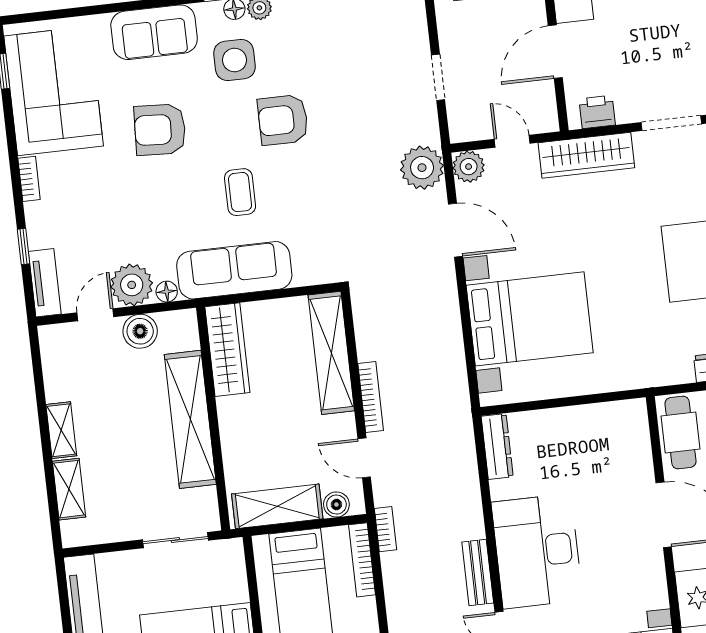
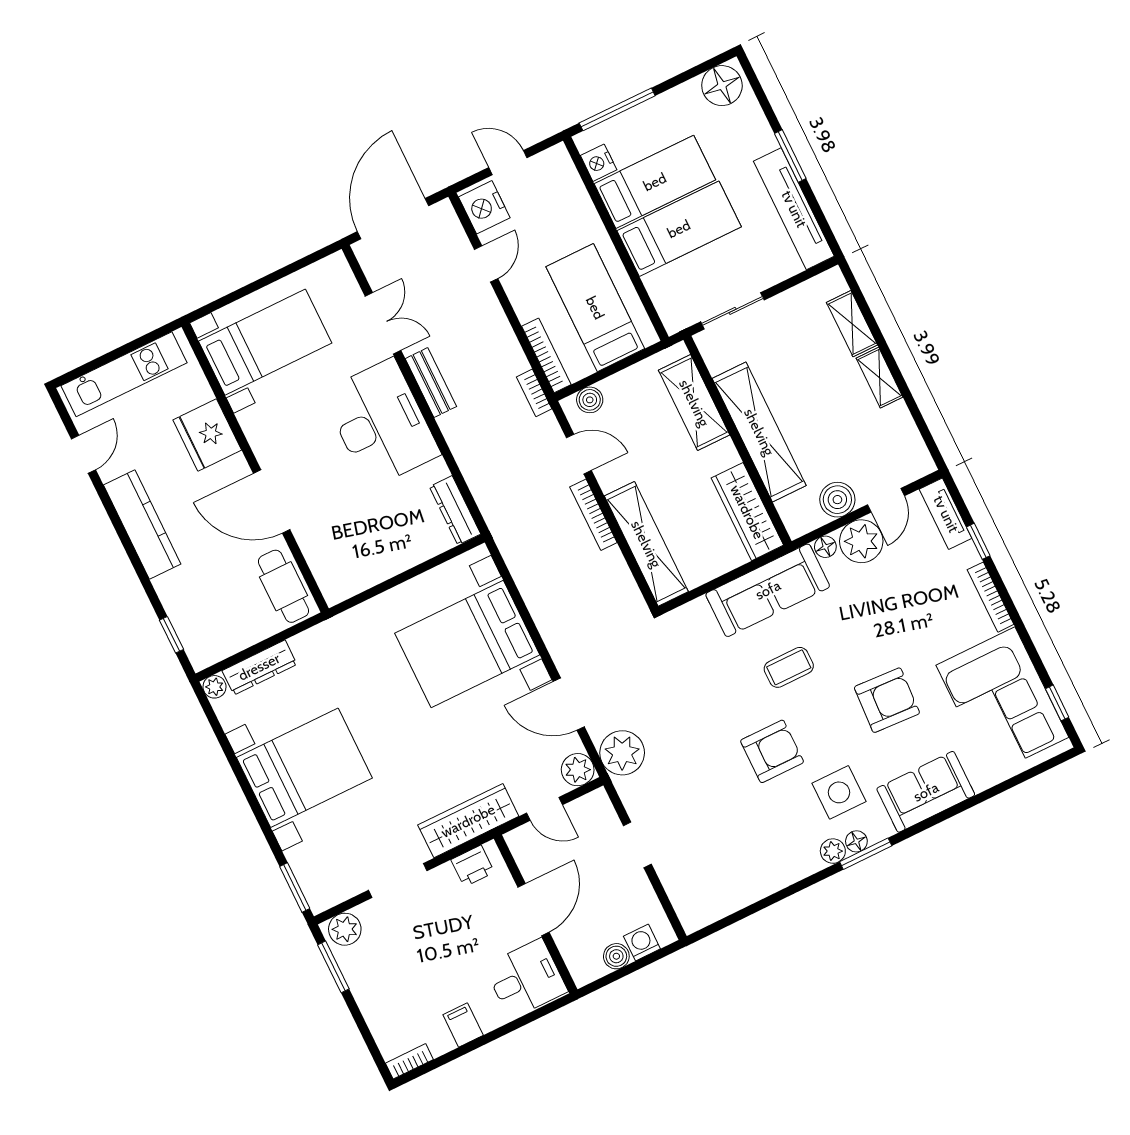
bookcase: (29, 179) -> (991, 597), width x1.56
coffee table: (240, 192) -> (789, 667), turned 90
shelving: (277, 506) -> (694, 403), moved, turned 90

